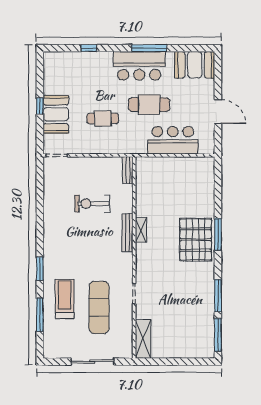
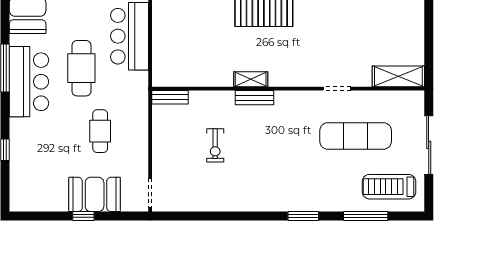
exercise bike: (92, 204) -> (215, 145), width x0.73, depth x0.72
bench: (127, 233) -> (255, 98), width x0.73
treadmill: (65, 299) -> (389, 187), moved

